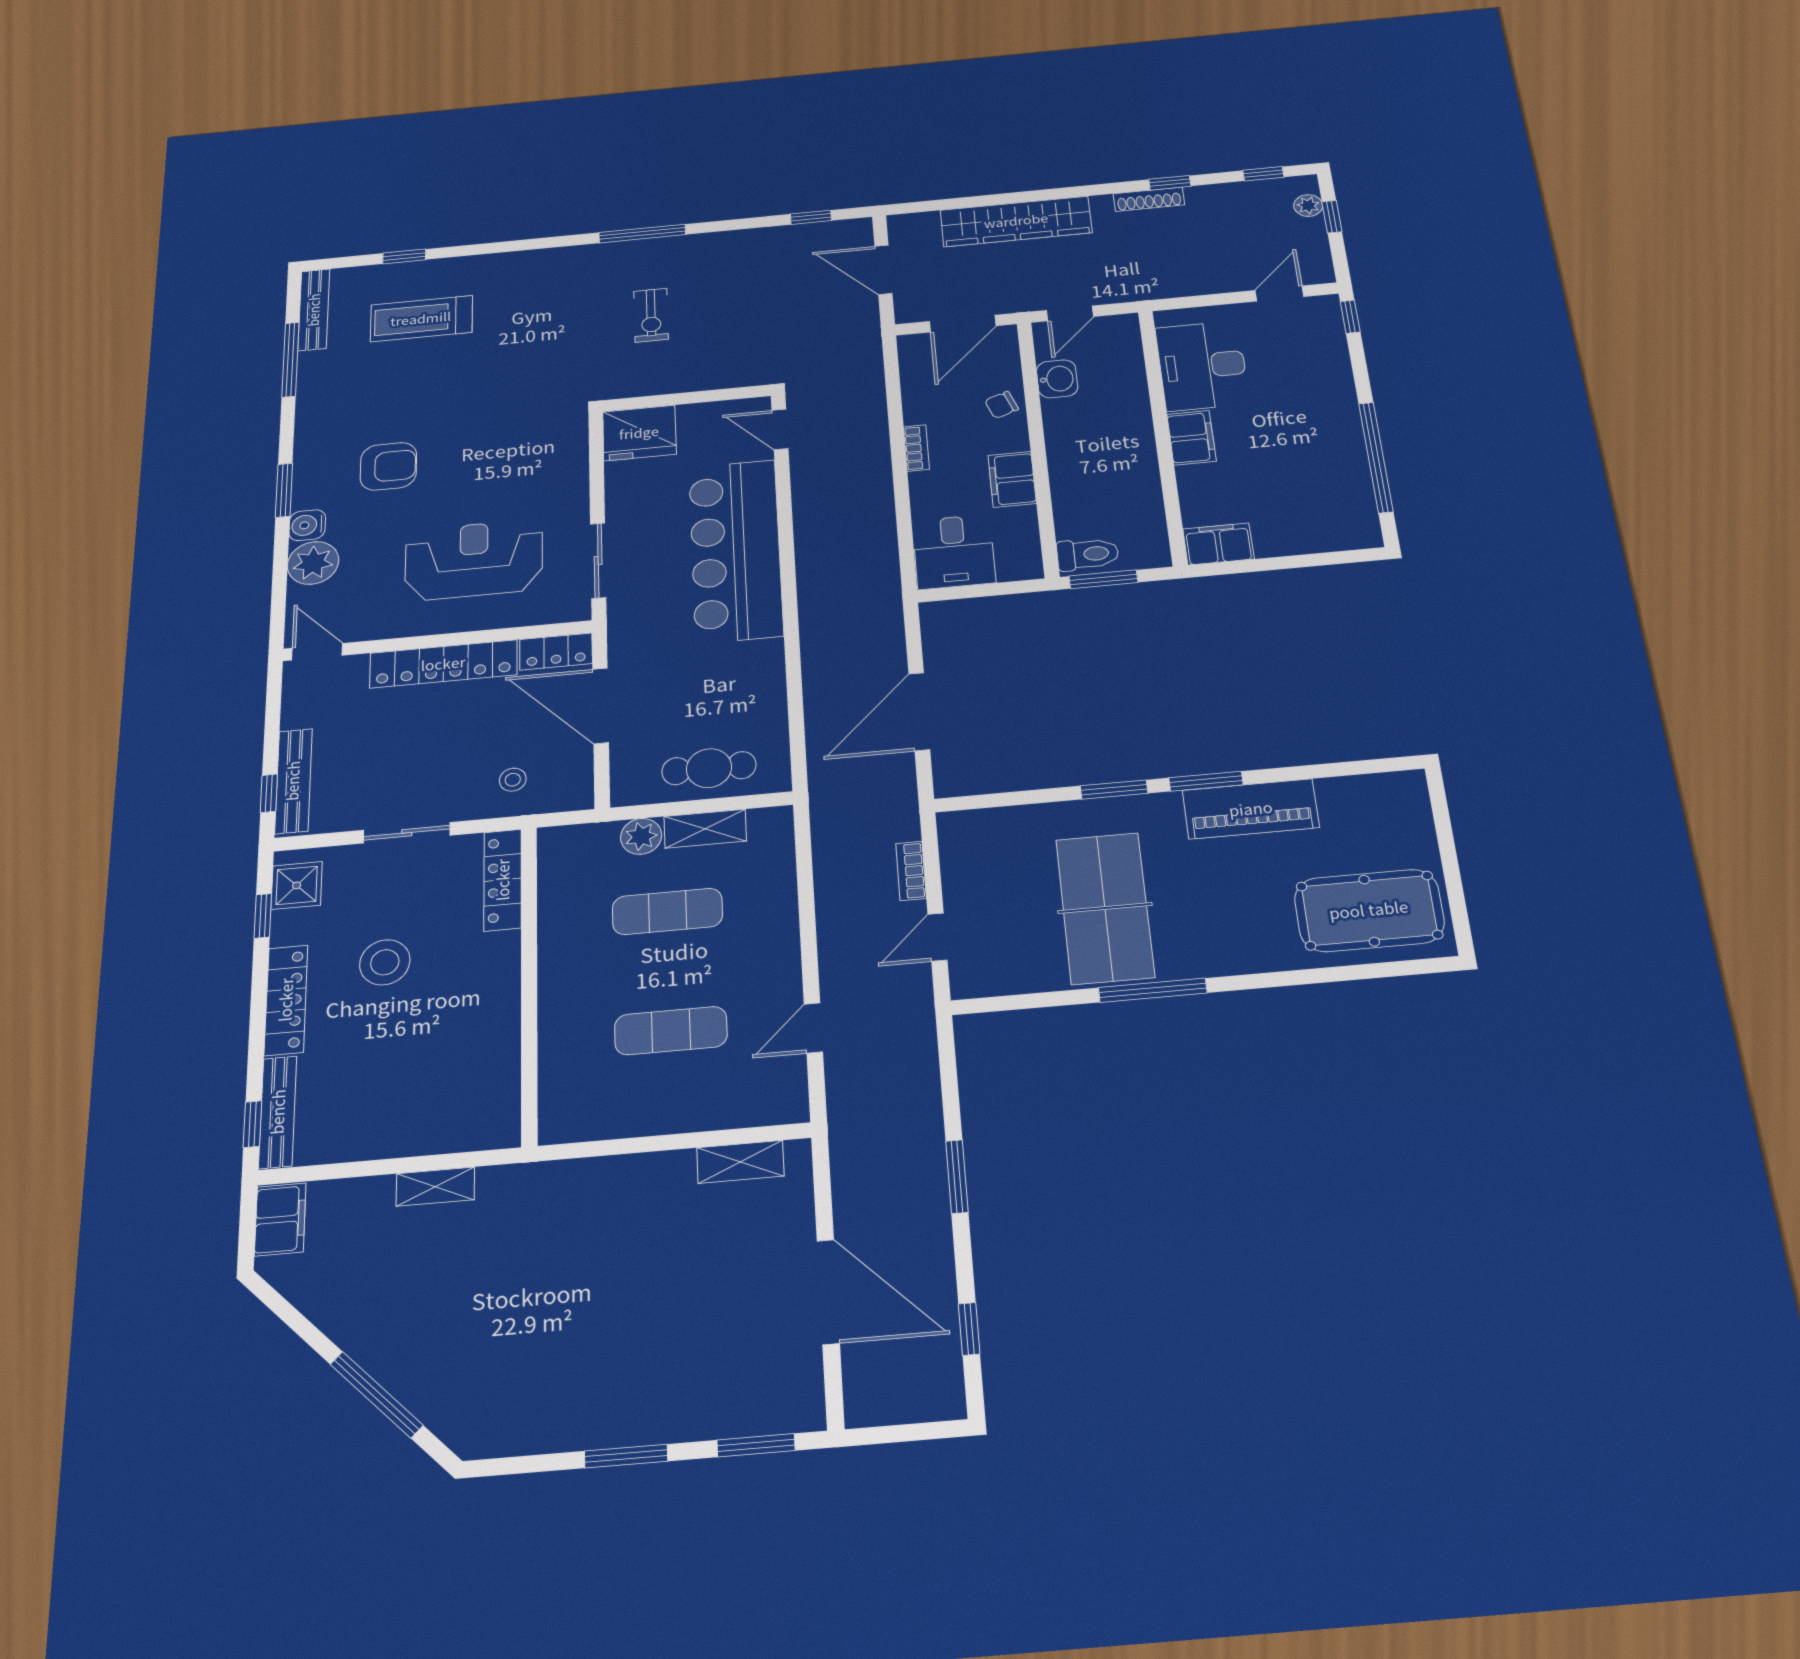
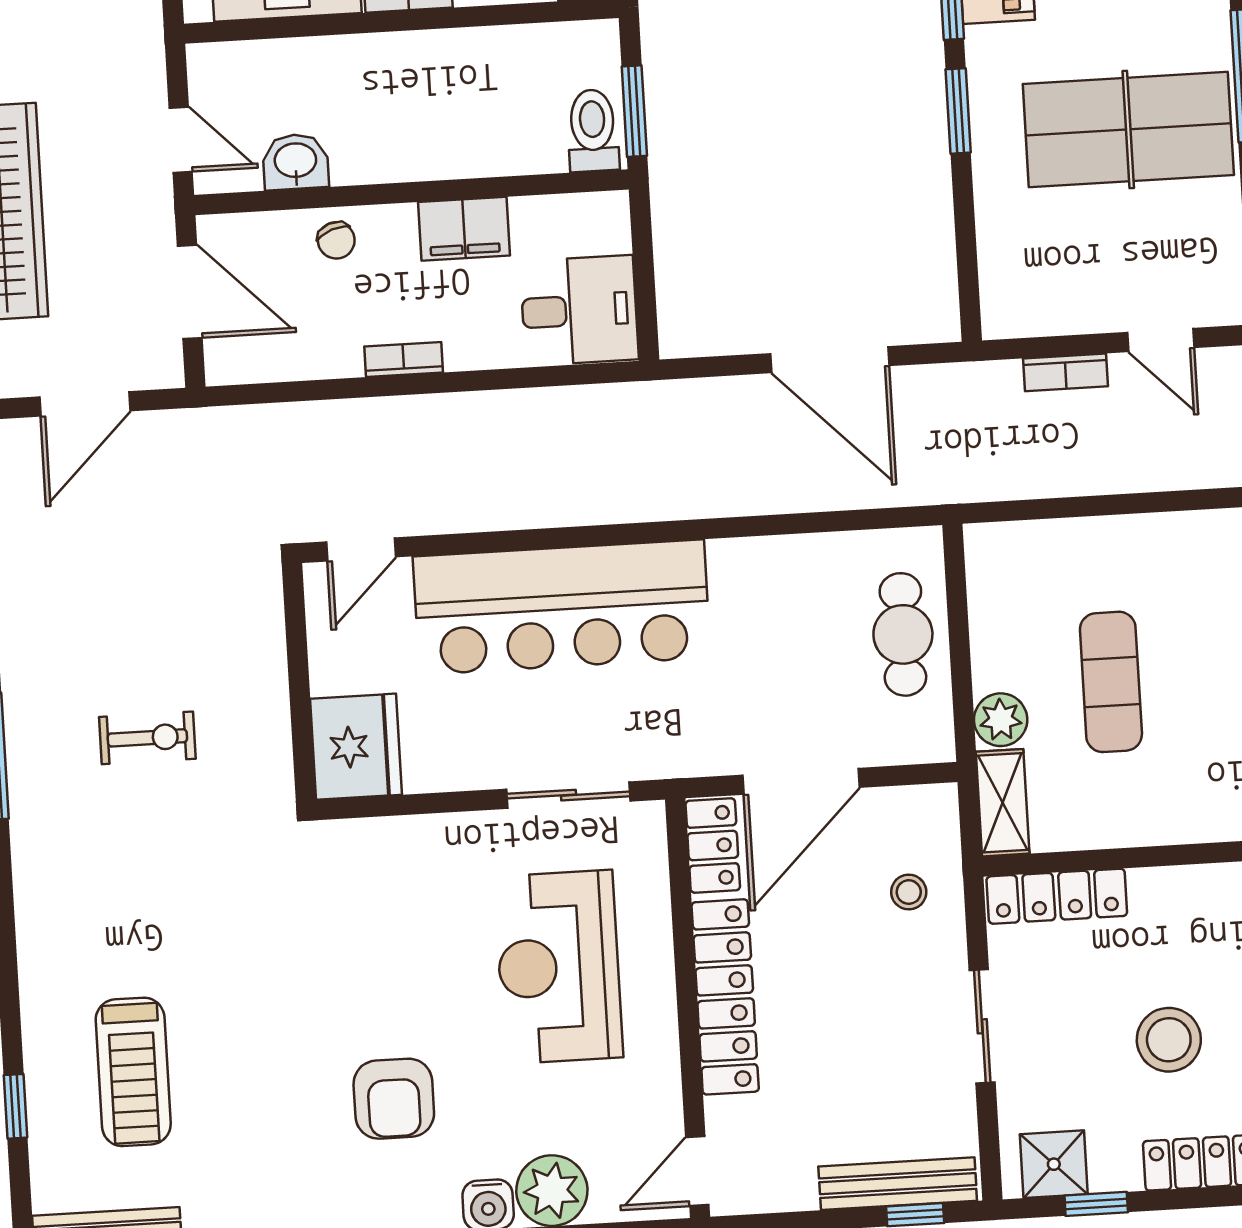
armchair: (388, 466) -> (394, 1099), turned 180
shelving: (705, 829) -> (1003, 803), moved

